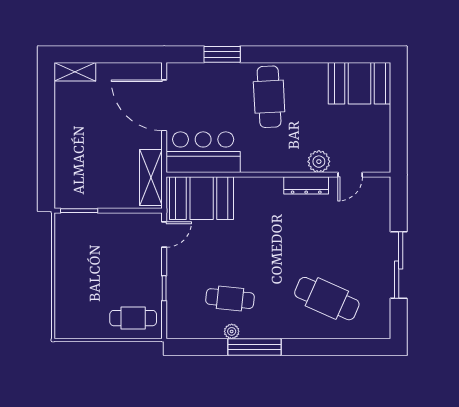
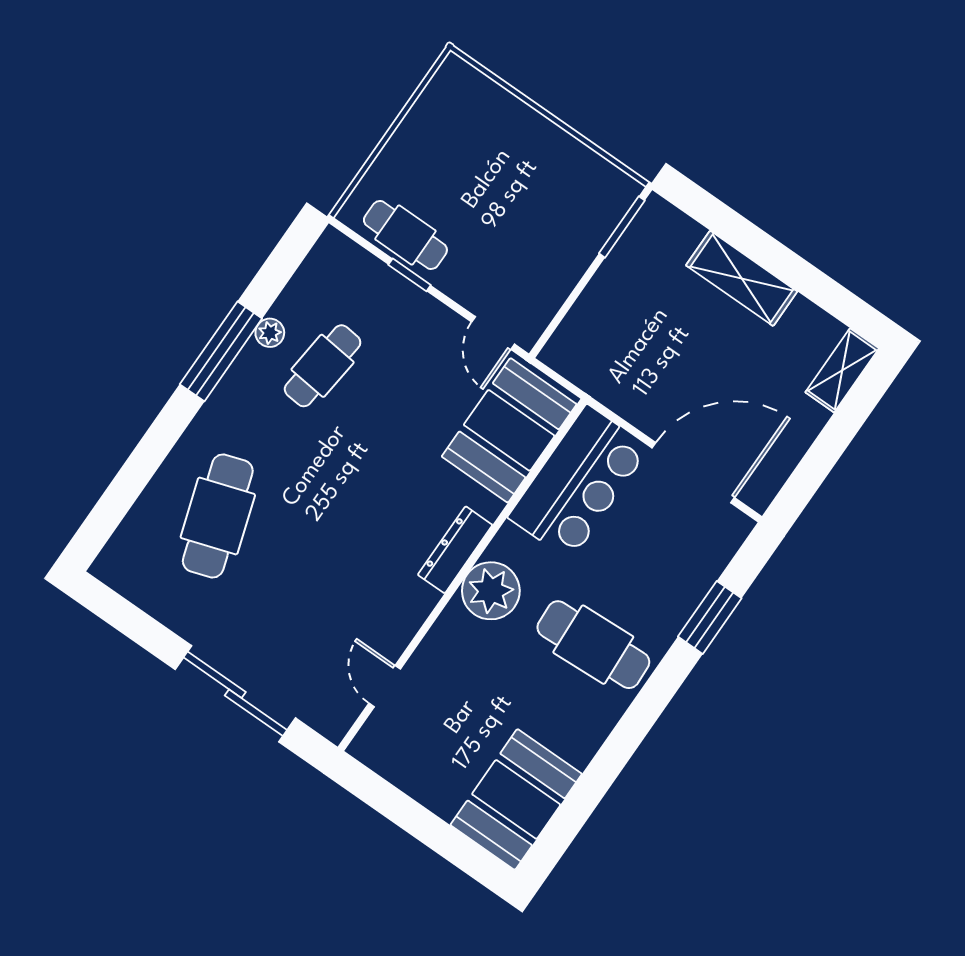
plant: (319, 162) -> (491, 591), moved, width x1.36, depth x1.36
shelving: (151, 178) -> (742, 278), moved
dresser: (306, 185) -> (455, 550), moved
sliding door: (399, 265) -> (235, 694), moved
cafe table: (327, 299) -> (218, 516), turned -42
cafe table: (133, 318) -> (405, 235), moved, turned 90

